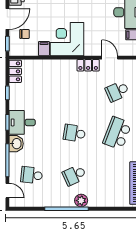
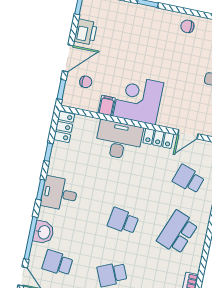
door: (110, 58) -> (188, 134), swing flipped
desk: (59, 73) -> (119, 140), added
school desk: (117, 91) -> (189, 179), turned 42
washbasin: (16, 144) -> (44, 232), moved

